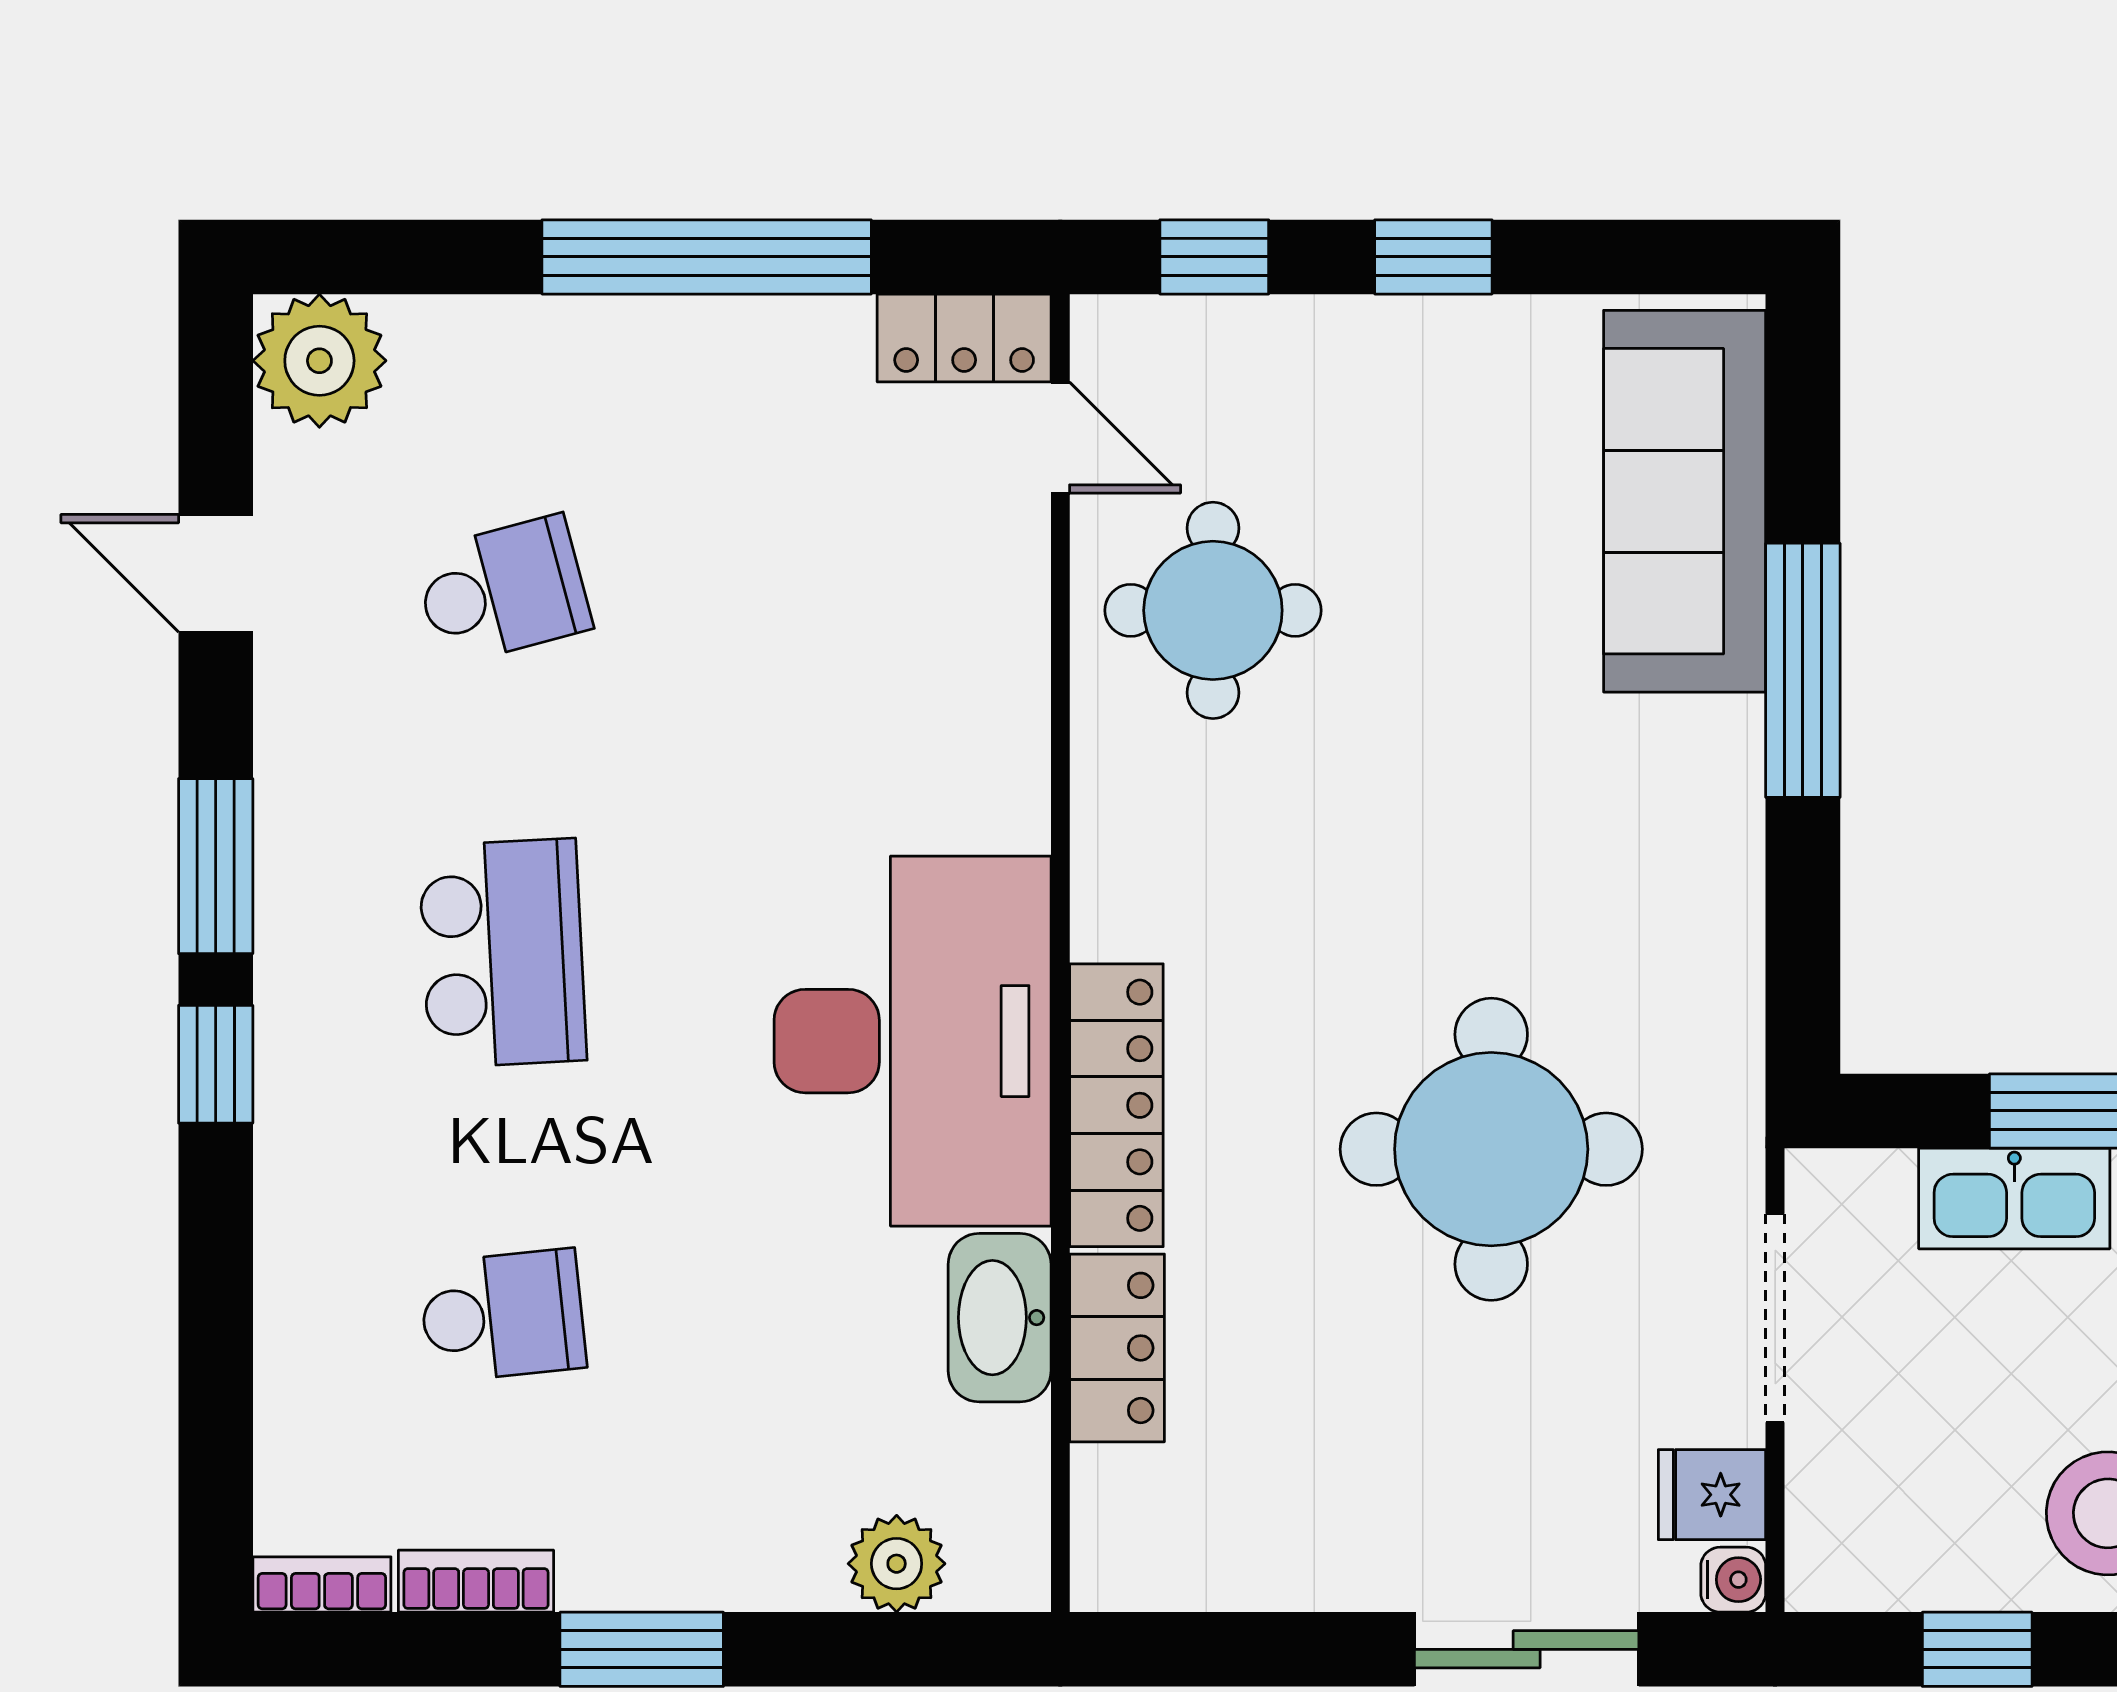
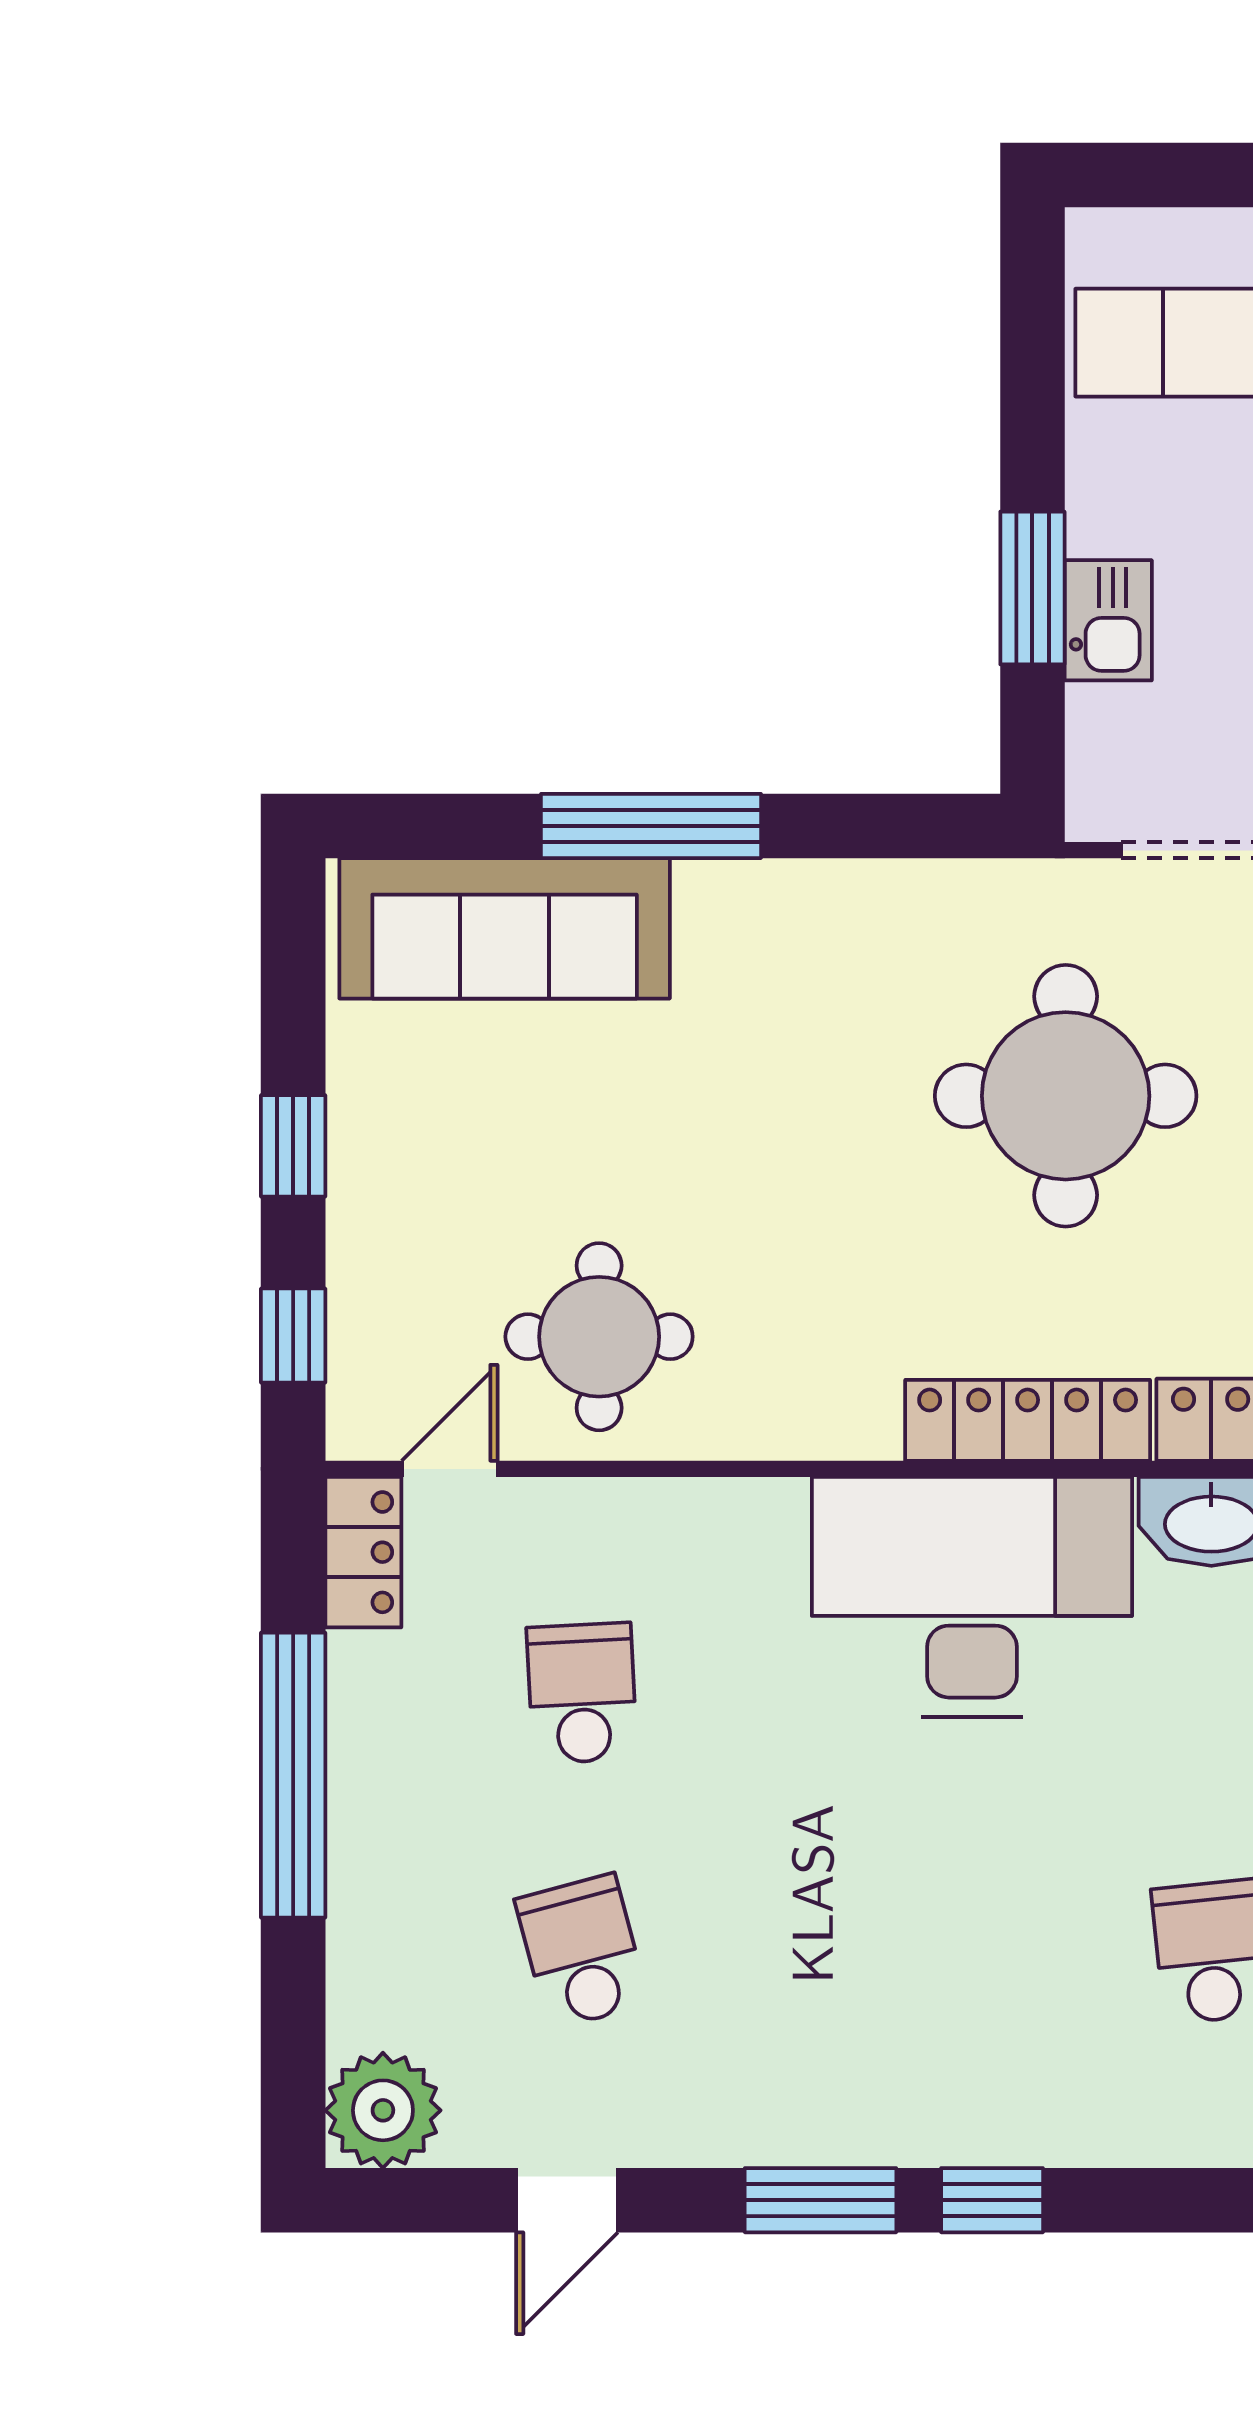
school desk: (503, 953) -> (582, 1693), moved, width x0.54
kitchen sink: (2014, 1198) -> (1108, 620), width x0.73

